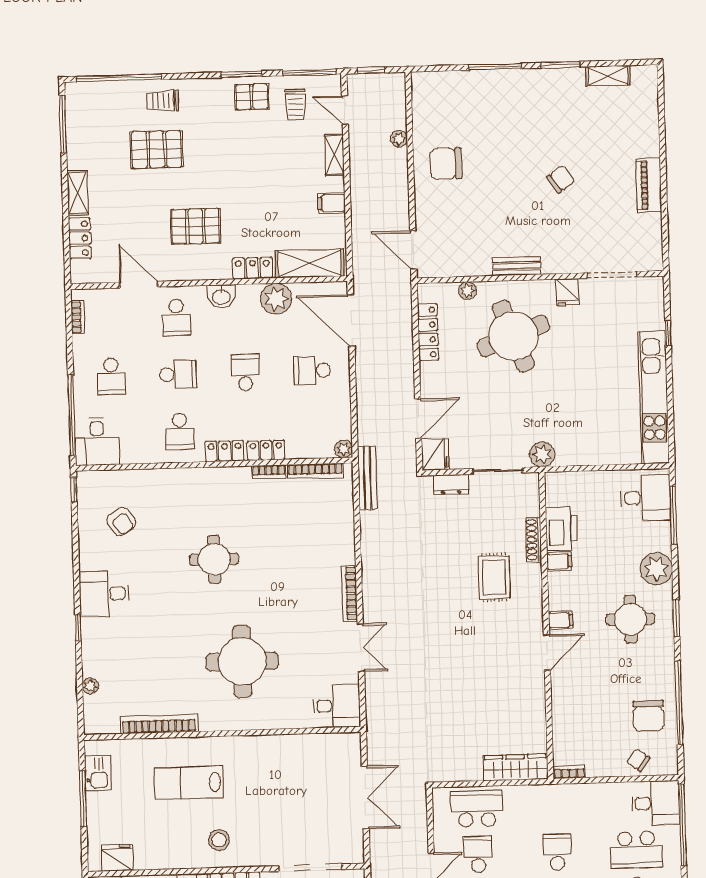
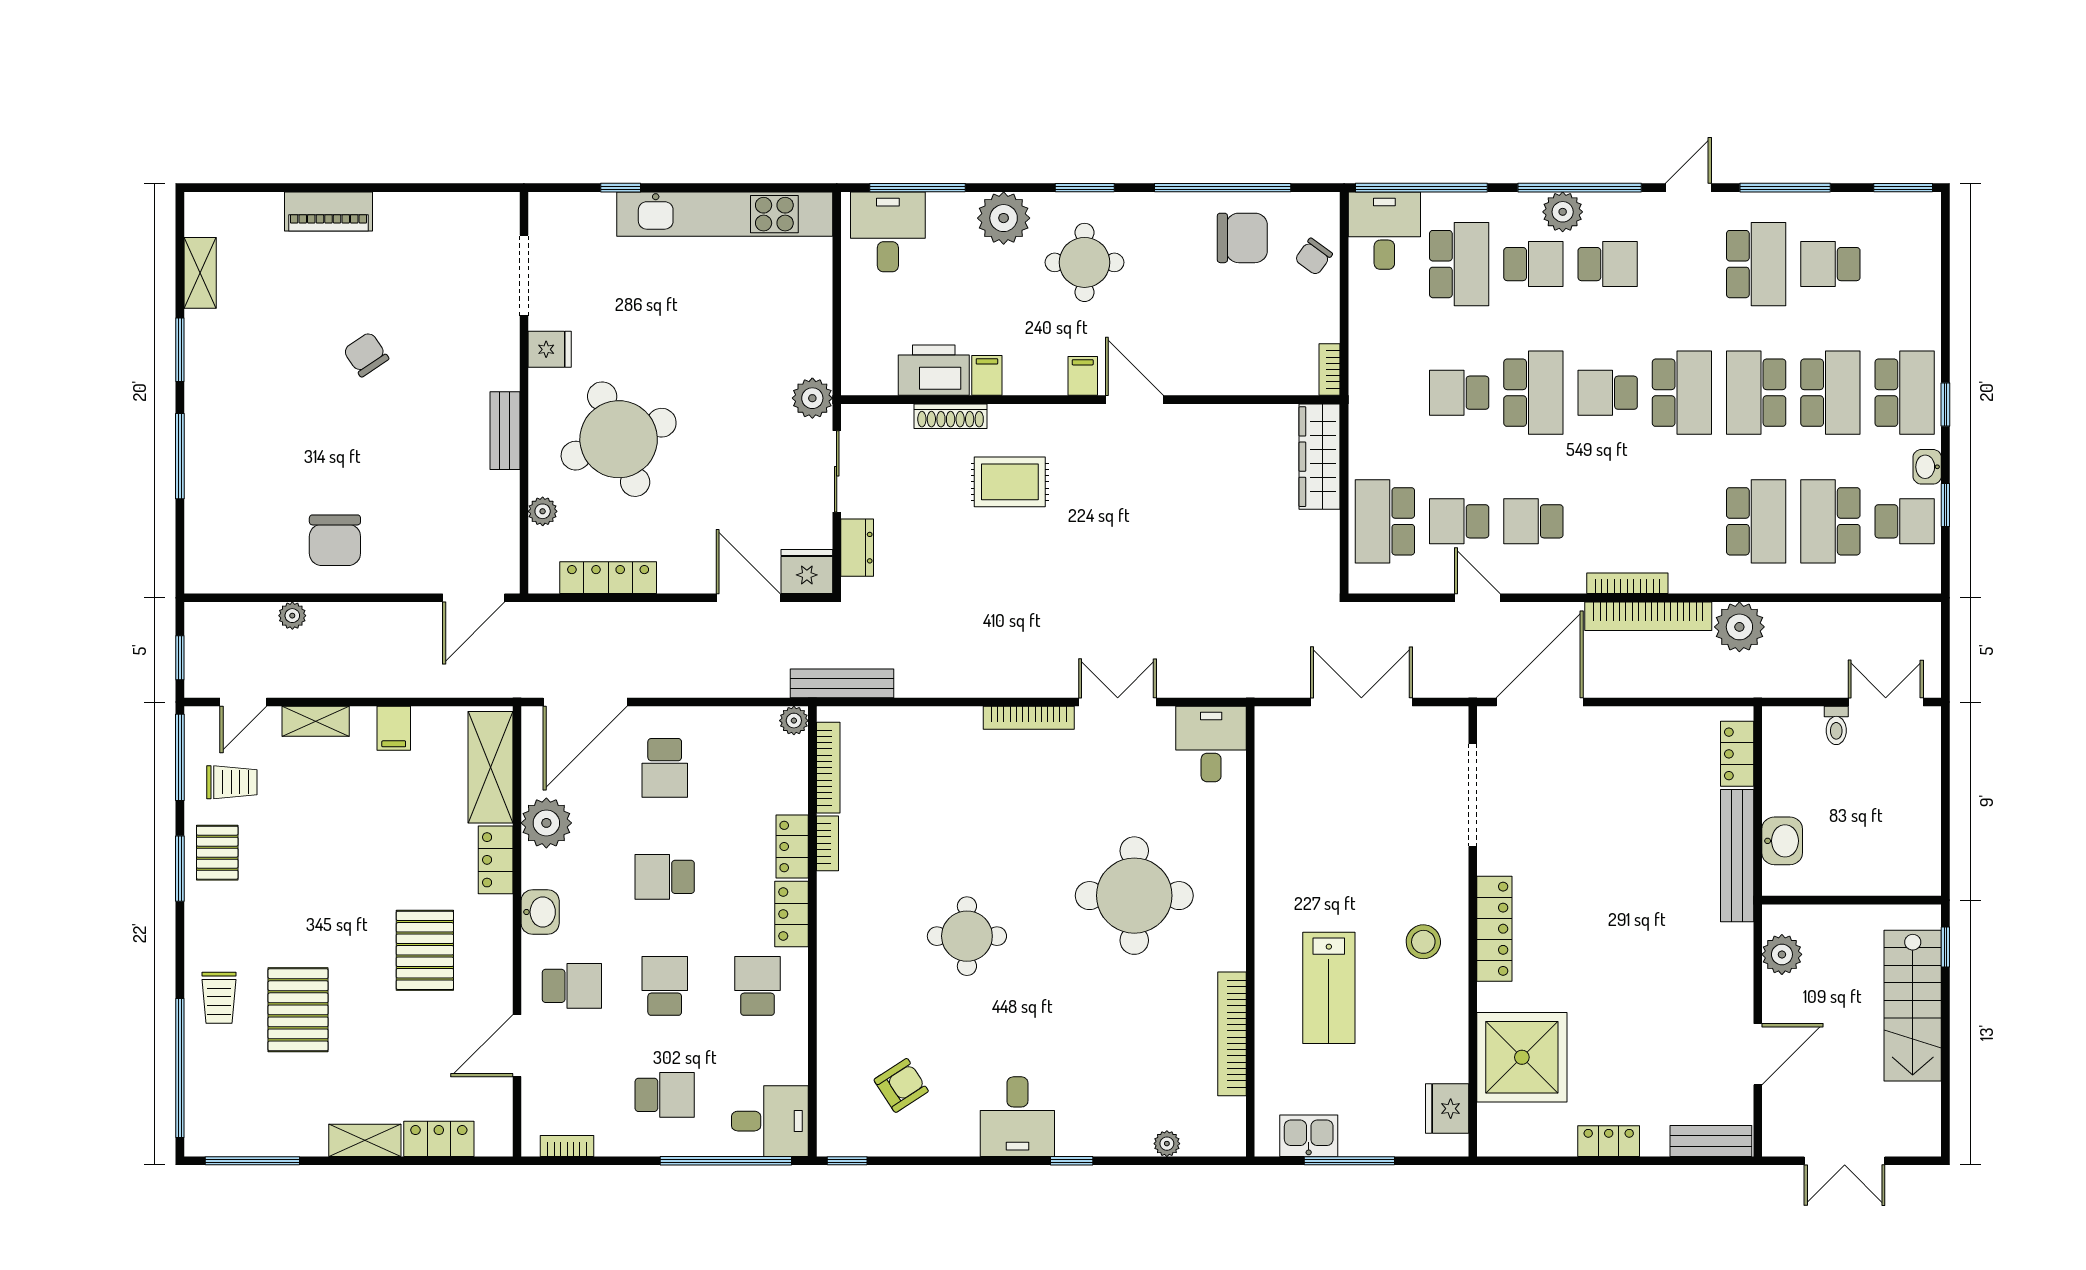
piano: (649, 185) -> (328, 211), moved
school desk: (180, 431) -> (758, 986), turned -90

